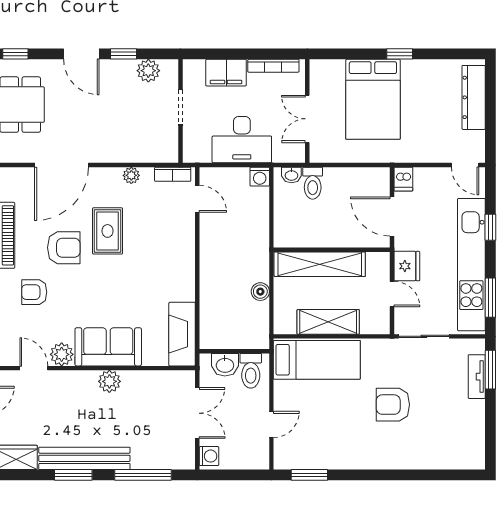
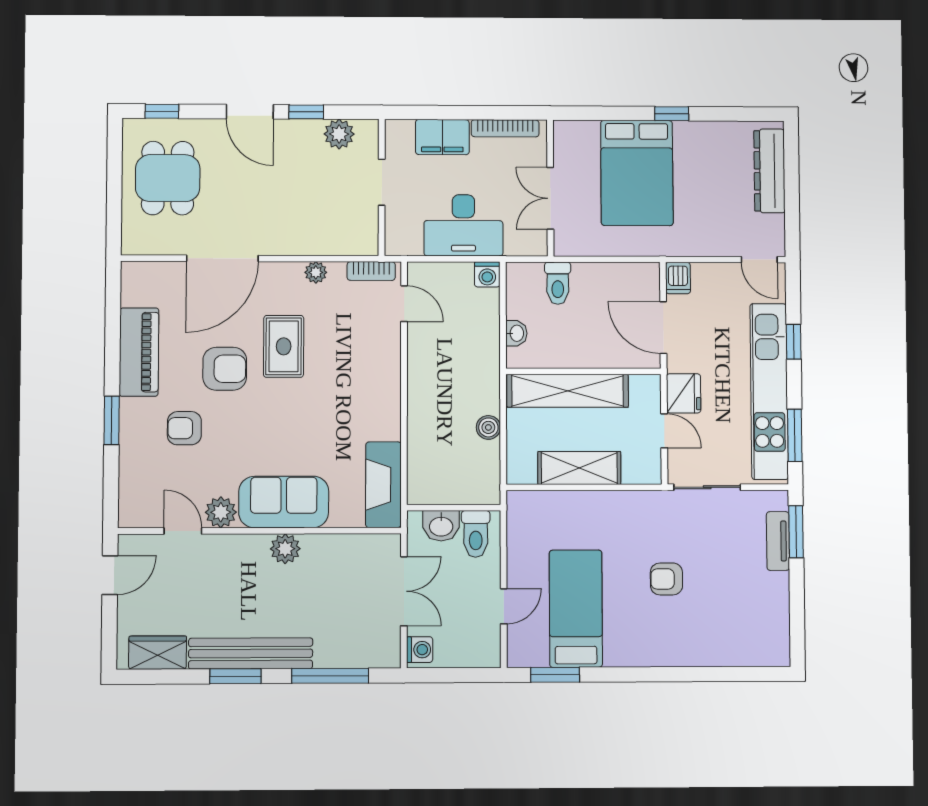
washbasin: (291, 175) -> (516, 333), moved, turned -90
bed: (317, 360) -> (576, 609), moved, turned -90
armchair: (393, 405) -> (666, 579), width x0.72, depth x0.72

